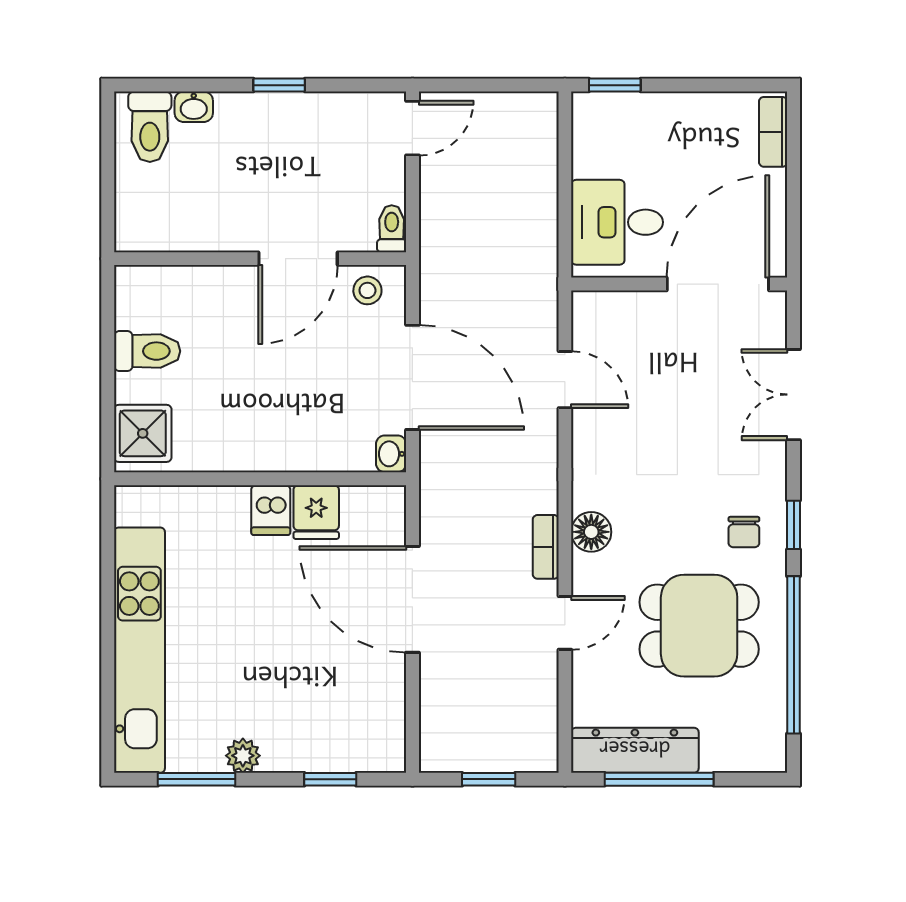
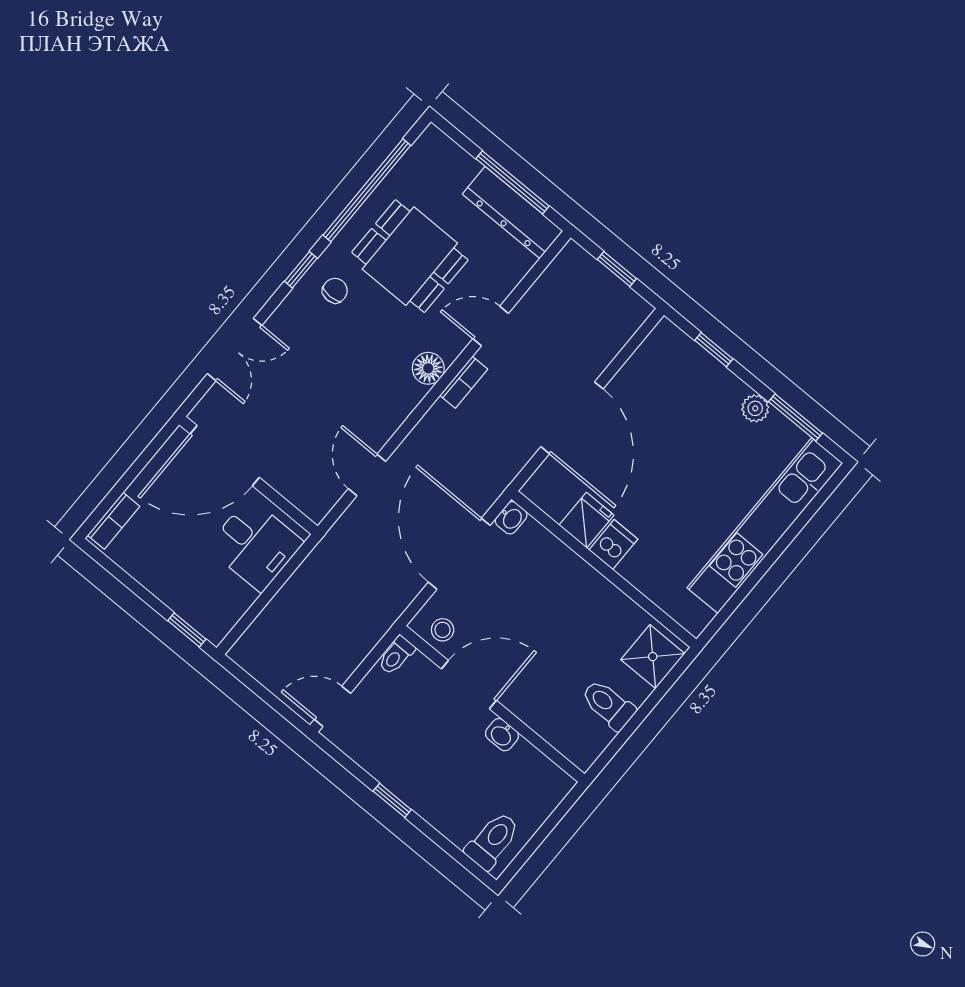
washbasin: (194, 107) -> (502, 735), moved, turned 180

